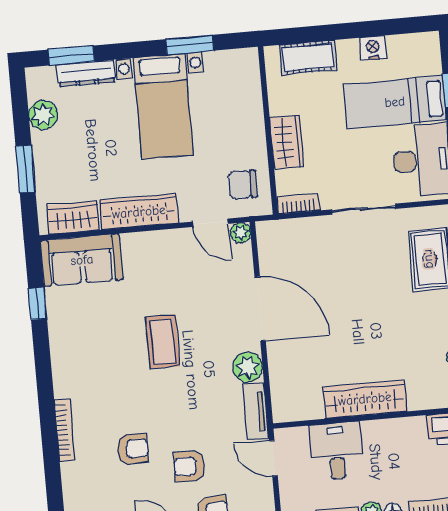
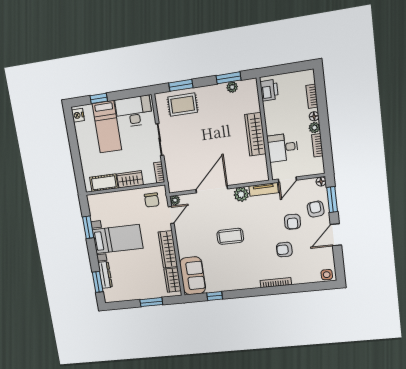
nightstand: (373, 48) -> (78, 115), moved
cot: (308, 57) -> (104, 183), moved, turned 90
plant: (43, 115) -> (126, 294), removed
armchair: (133, 449) -> (284, 250), turned -90

